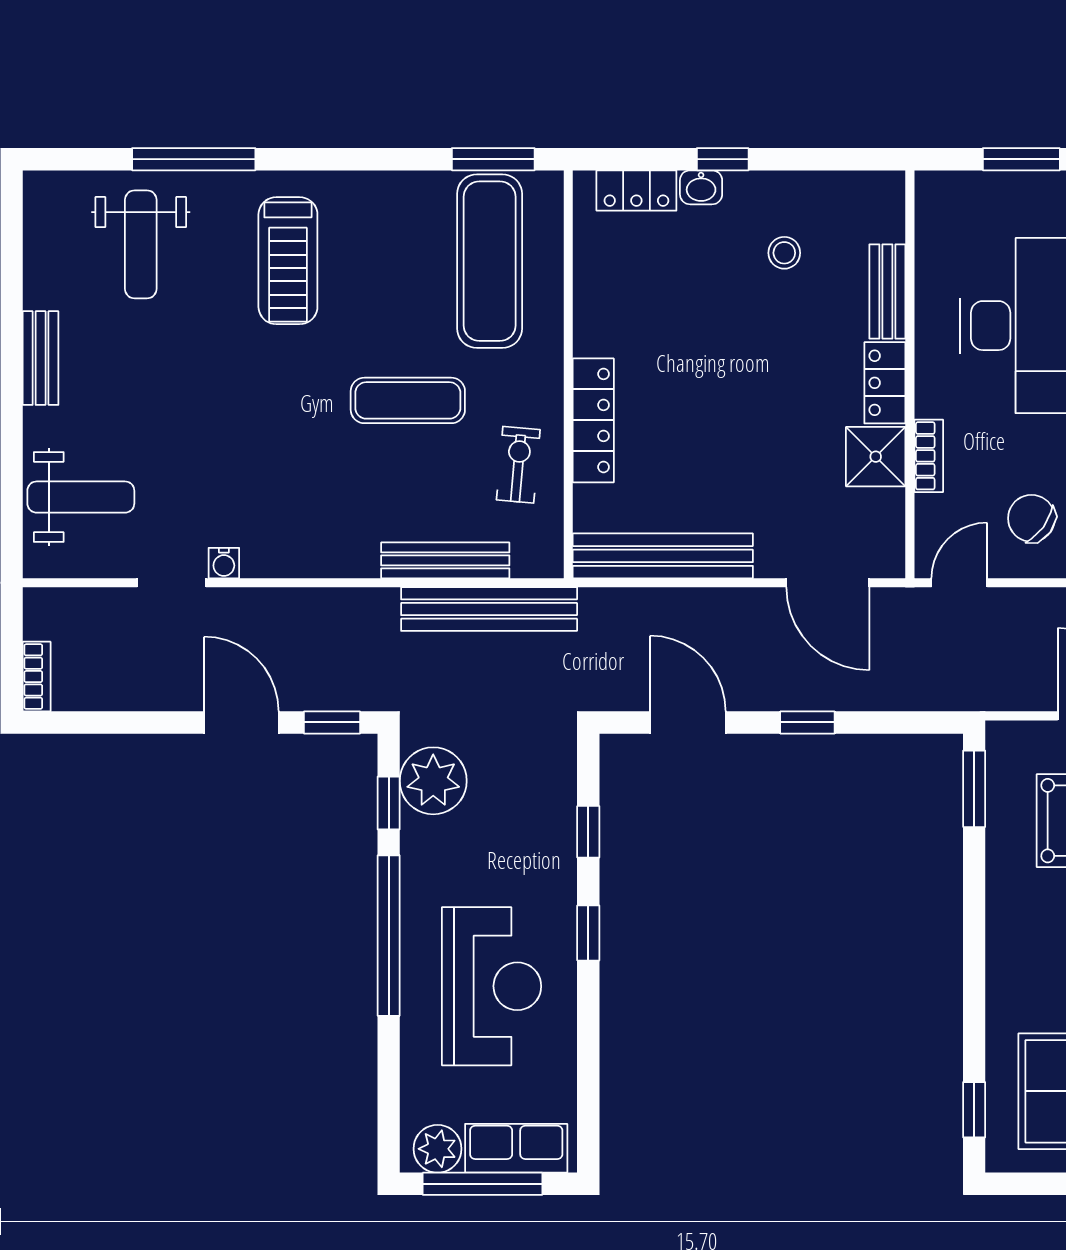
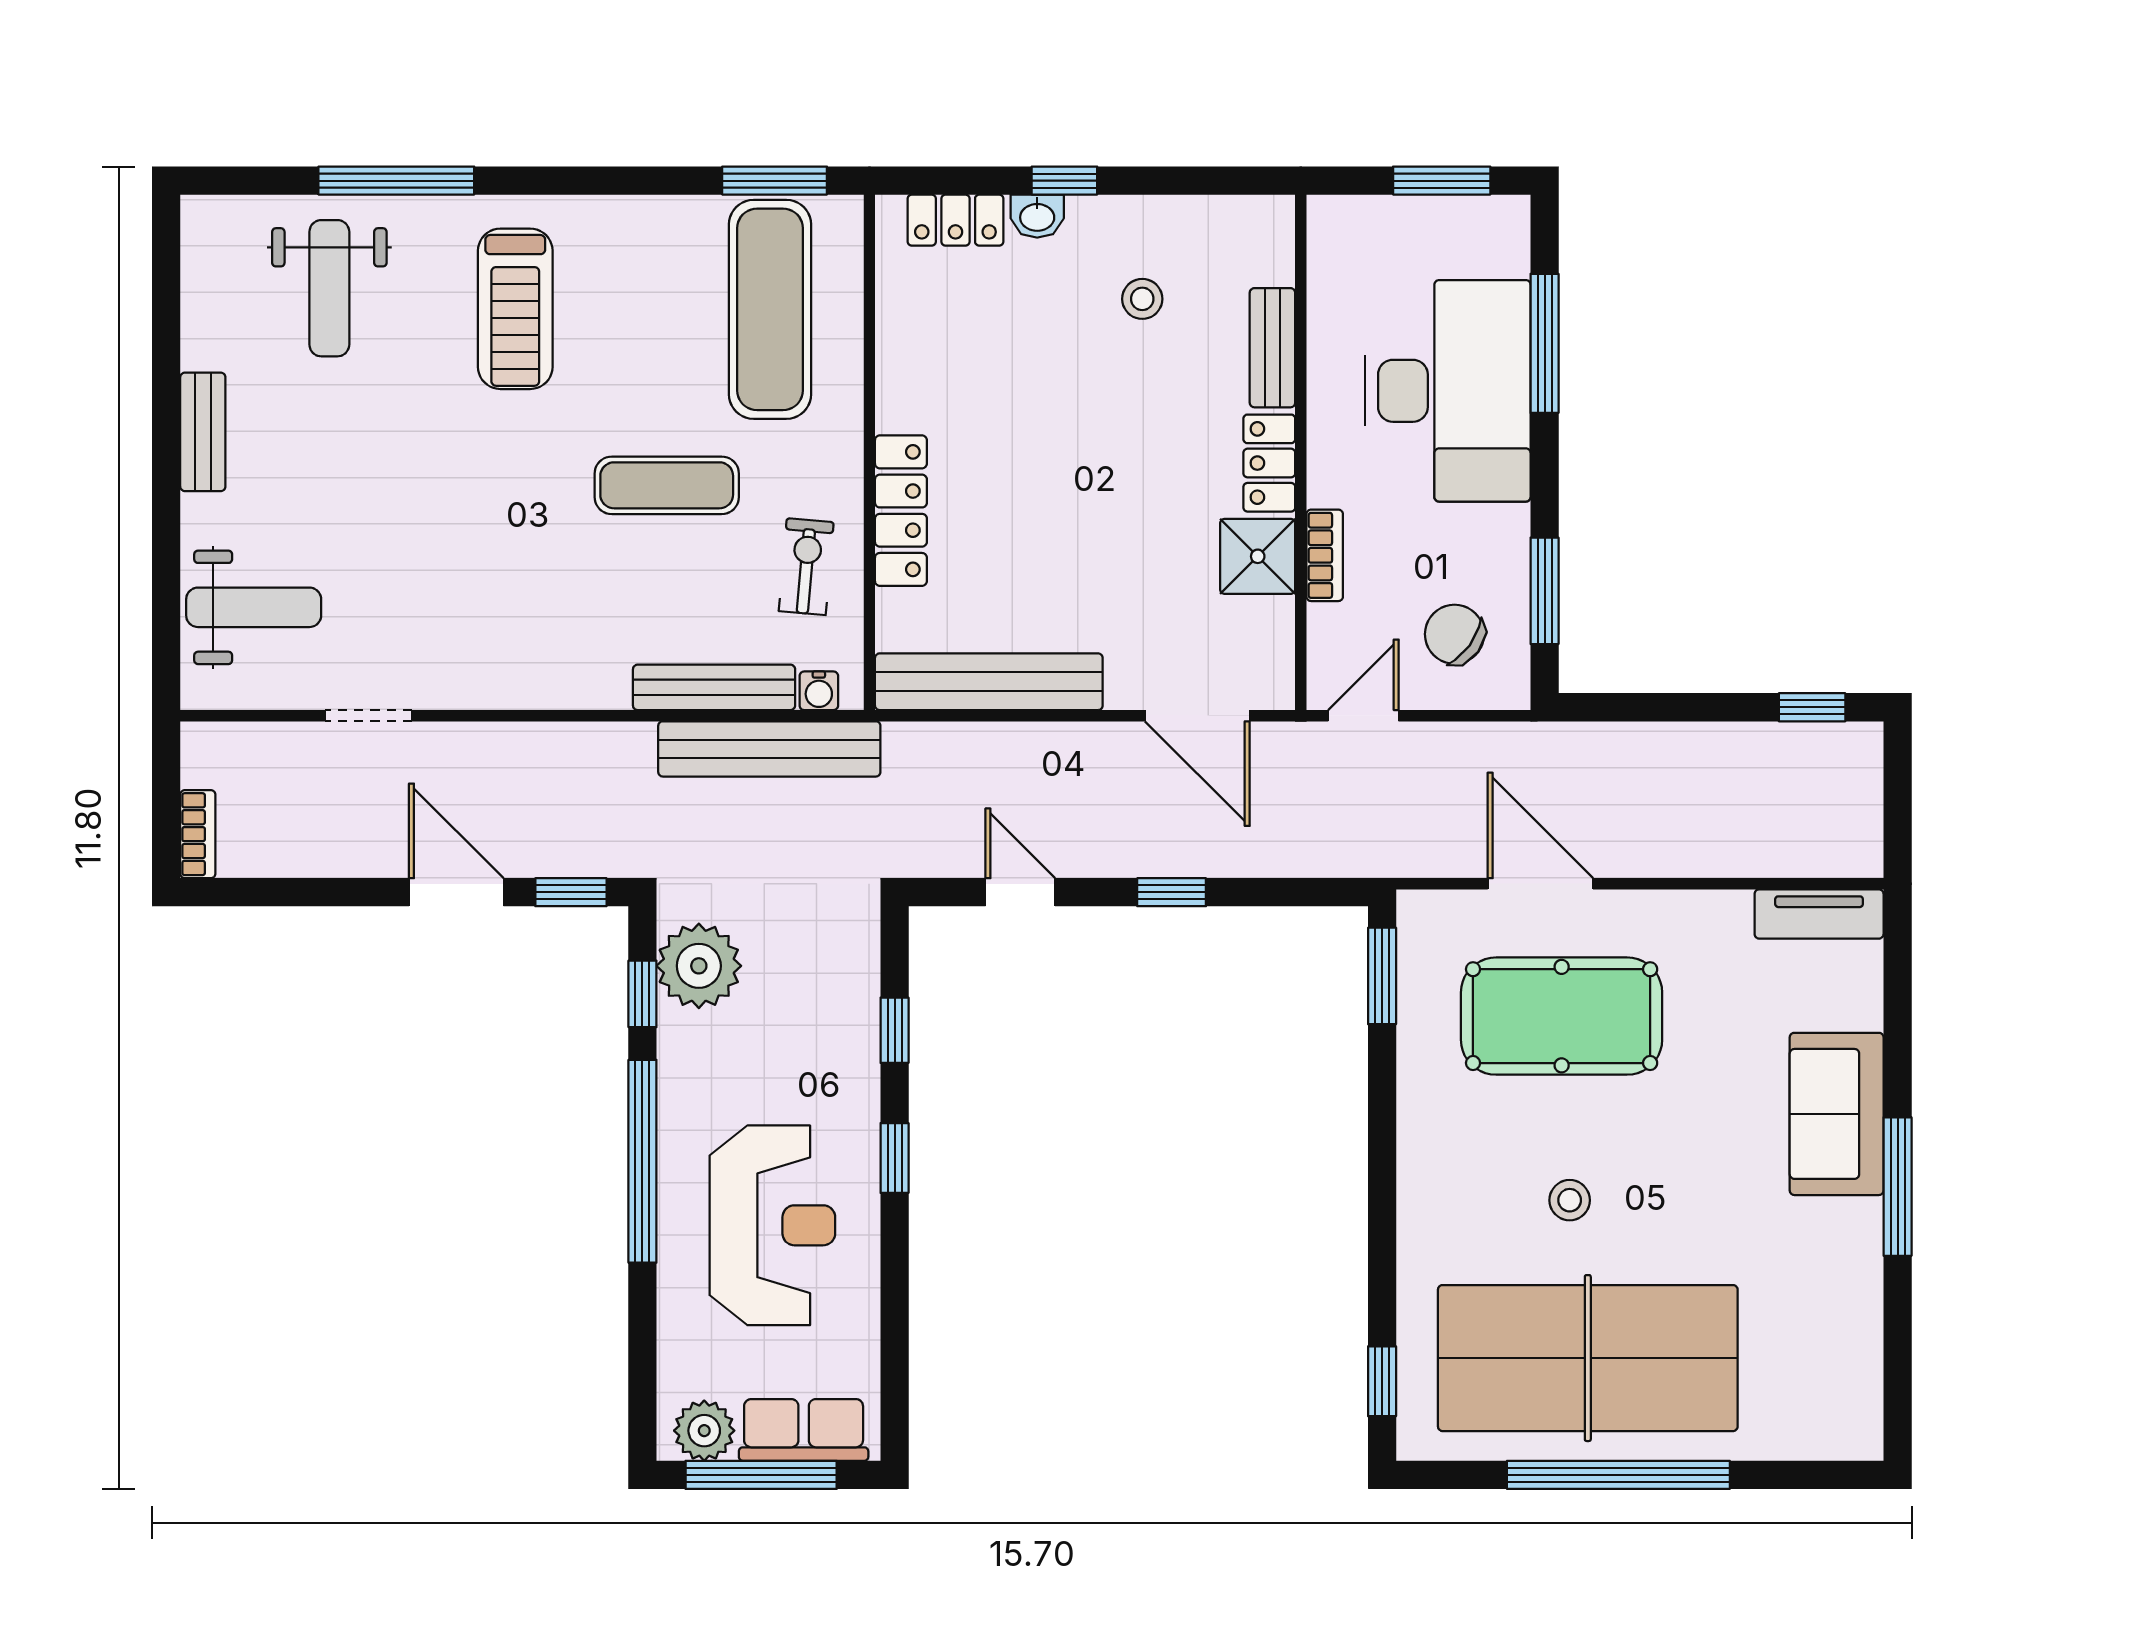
water cooler: (224, 563) -> (819, 691), moved
door: (688, 722) -> (1020, 892), width x0.73

